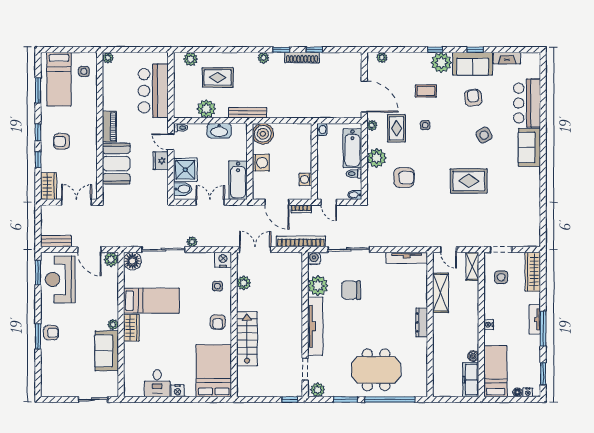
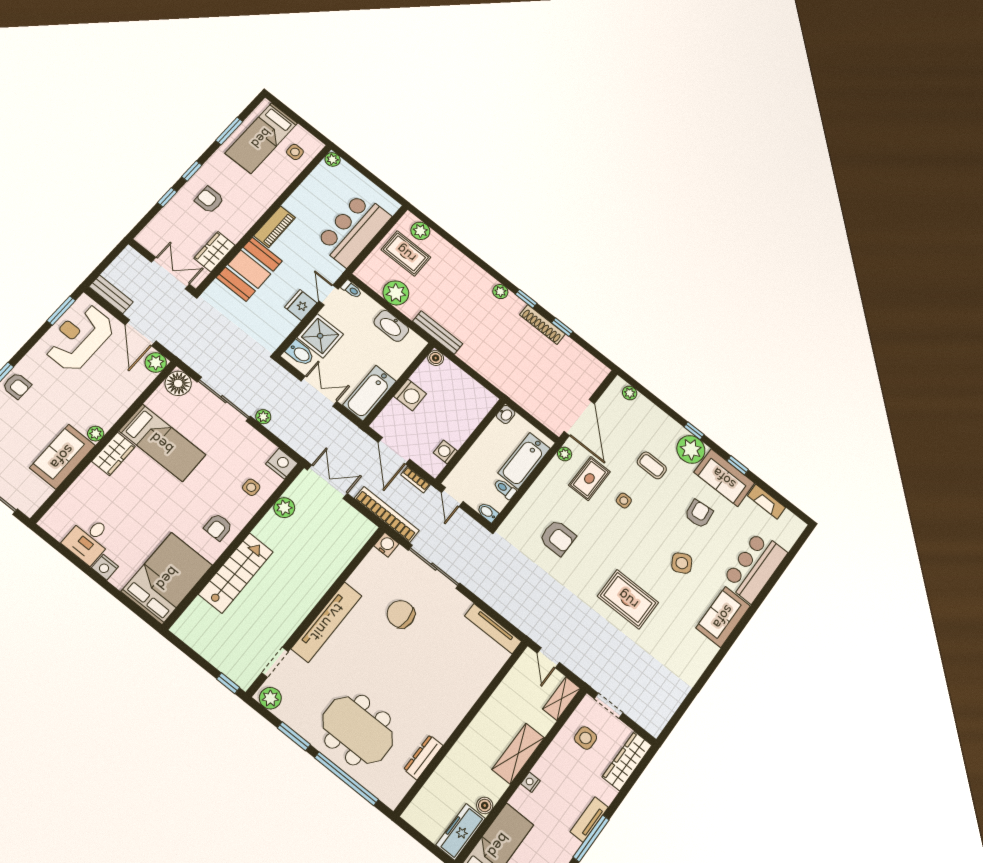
rug: (218, 77) -> (406, 253), moved
boiler: (263, 134) -> (436, 358), width x0.54, depth x0.54
plant: (377, 158) -> (543, 492), removed
wardrobe: (49, 186) -> (214, 252), moved, turned 180
plant: (318, 286) -> (367, 579), removed
shelving: (441, 293) -> (518, 754), moved
dresser: (422, 322) -> (423, 757), moved

